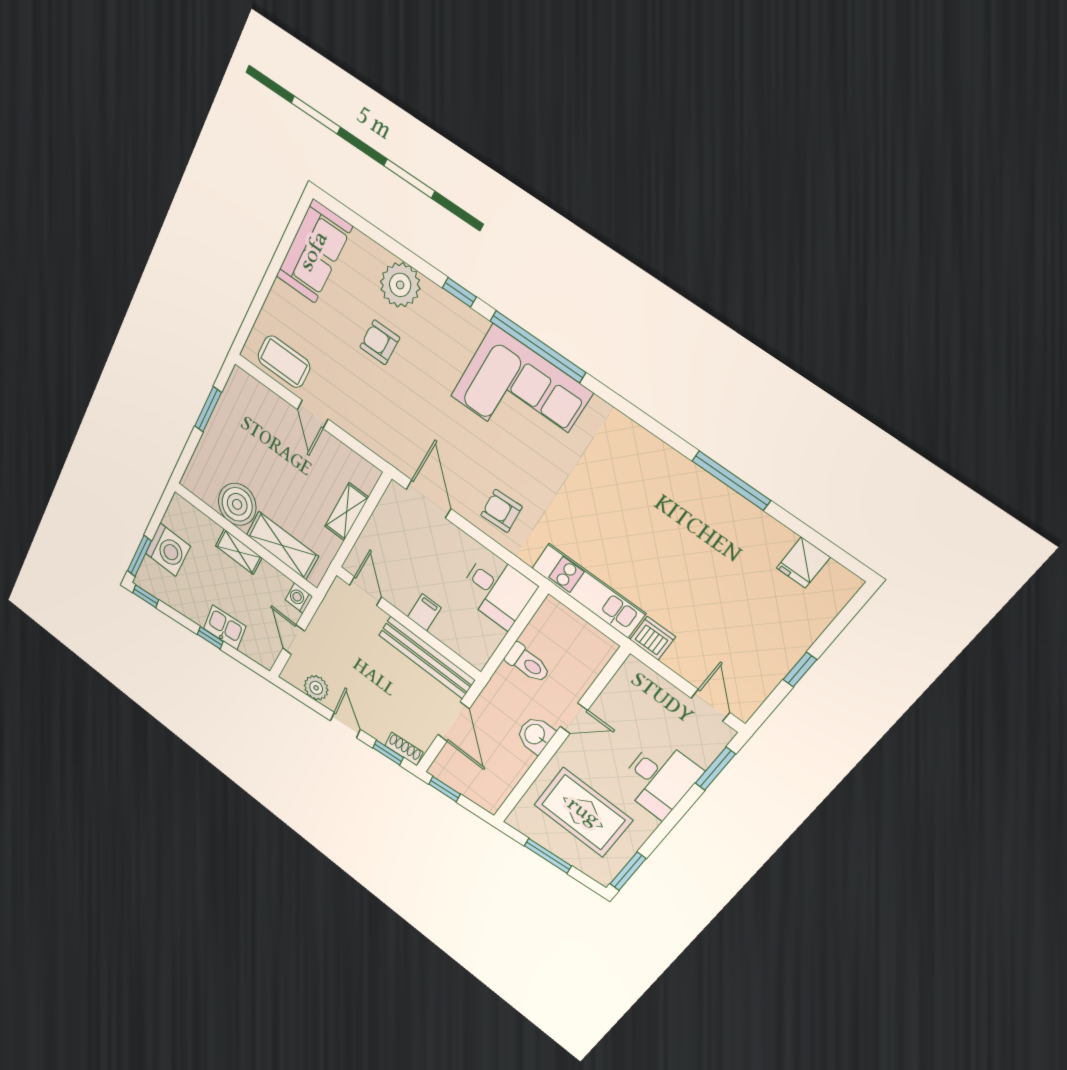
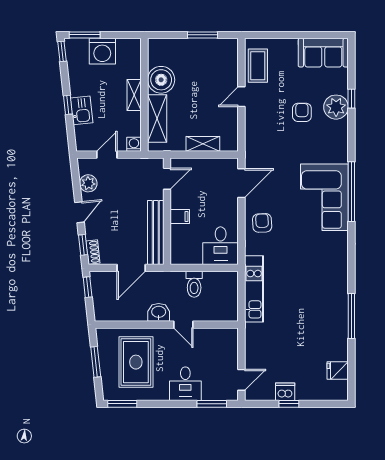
window: (459, 292) -> (351, 99), moved
dishwasher: (653, 638) -> (285, 392), moved, turned -90
desk: (659, 778) -> (185, 384), width x0.73

